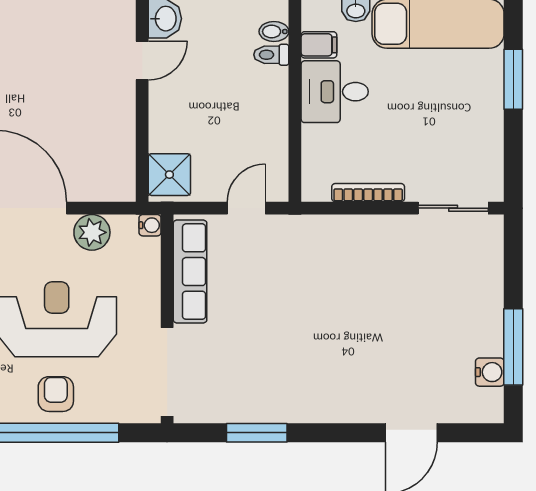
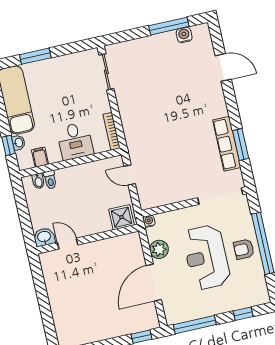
desk: (335, 92) -> (75, 141), moved
bookcase: (368, 193) -> (112, 131), moved
row of seats: (190, 272) -> (227, 144), moved, turned -90

